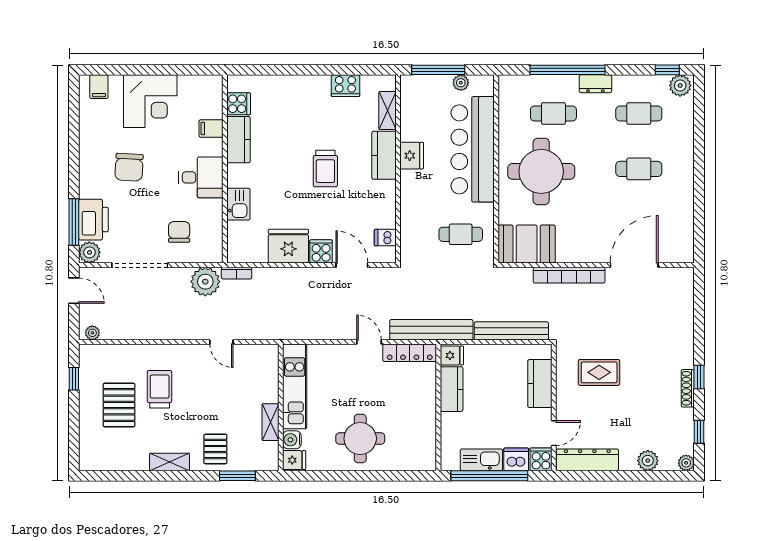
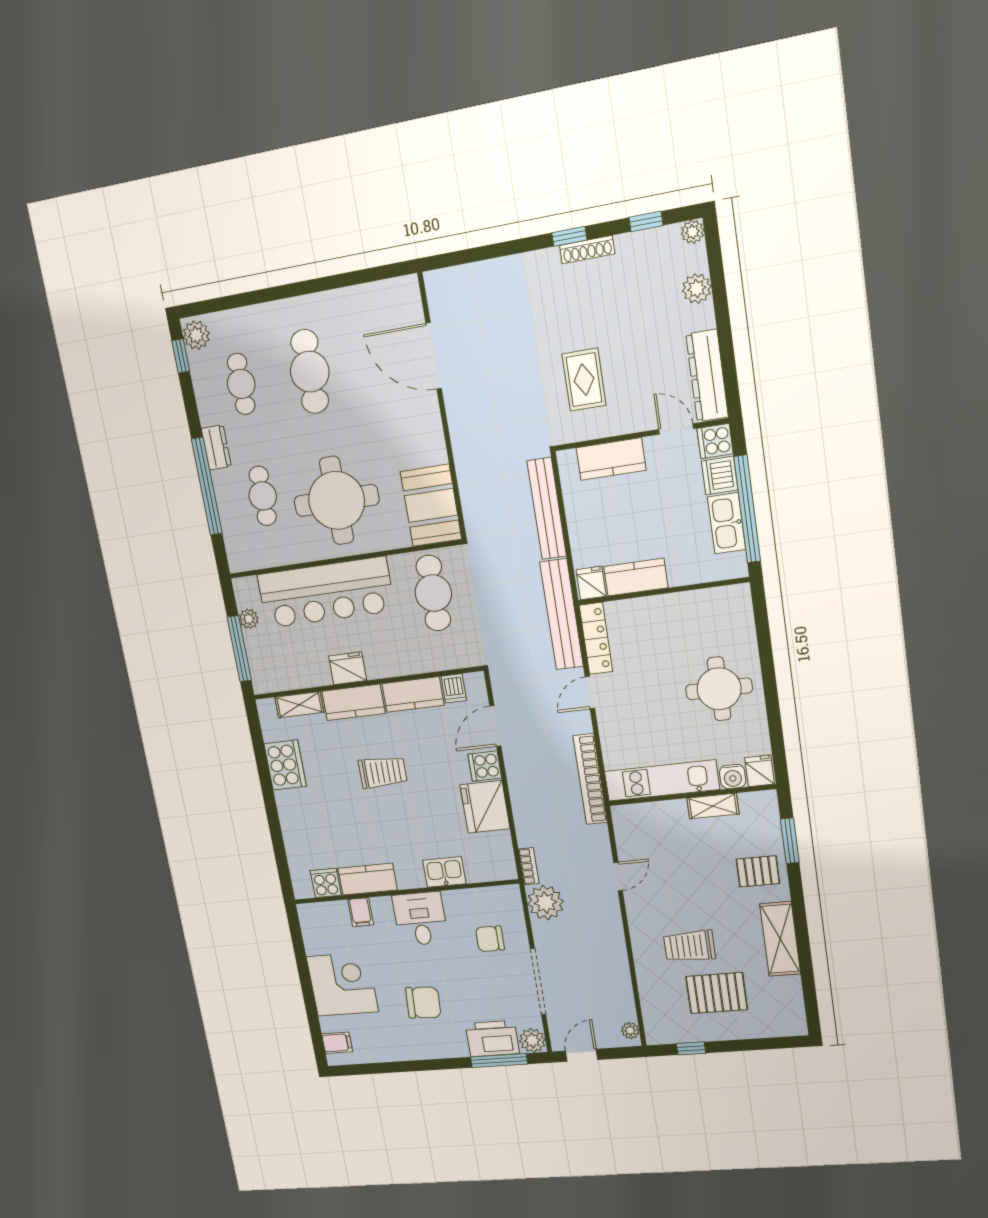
cooker: (345, 86) -> (285, 765), width x1.37, depth x1.31
cafe table: (639, 169) -> (310, 372), width x1.37, depth x1.35
kitchen counter: (384, 204) -> (413, 694), added
cafe table: (461, 234) -> (433, 593), width x1.37, depth x1.35
bookcase: (569, 275) -> (590, 779), moved, turned 180
shelving: (170, 462) -> (780, 939), width x1.50, depth x1.33

